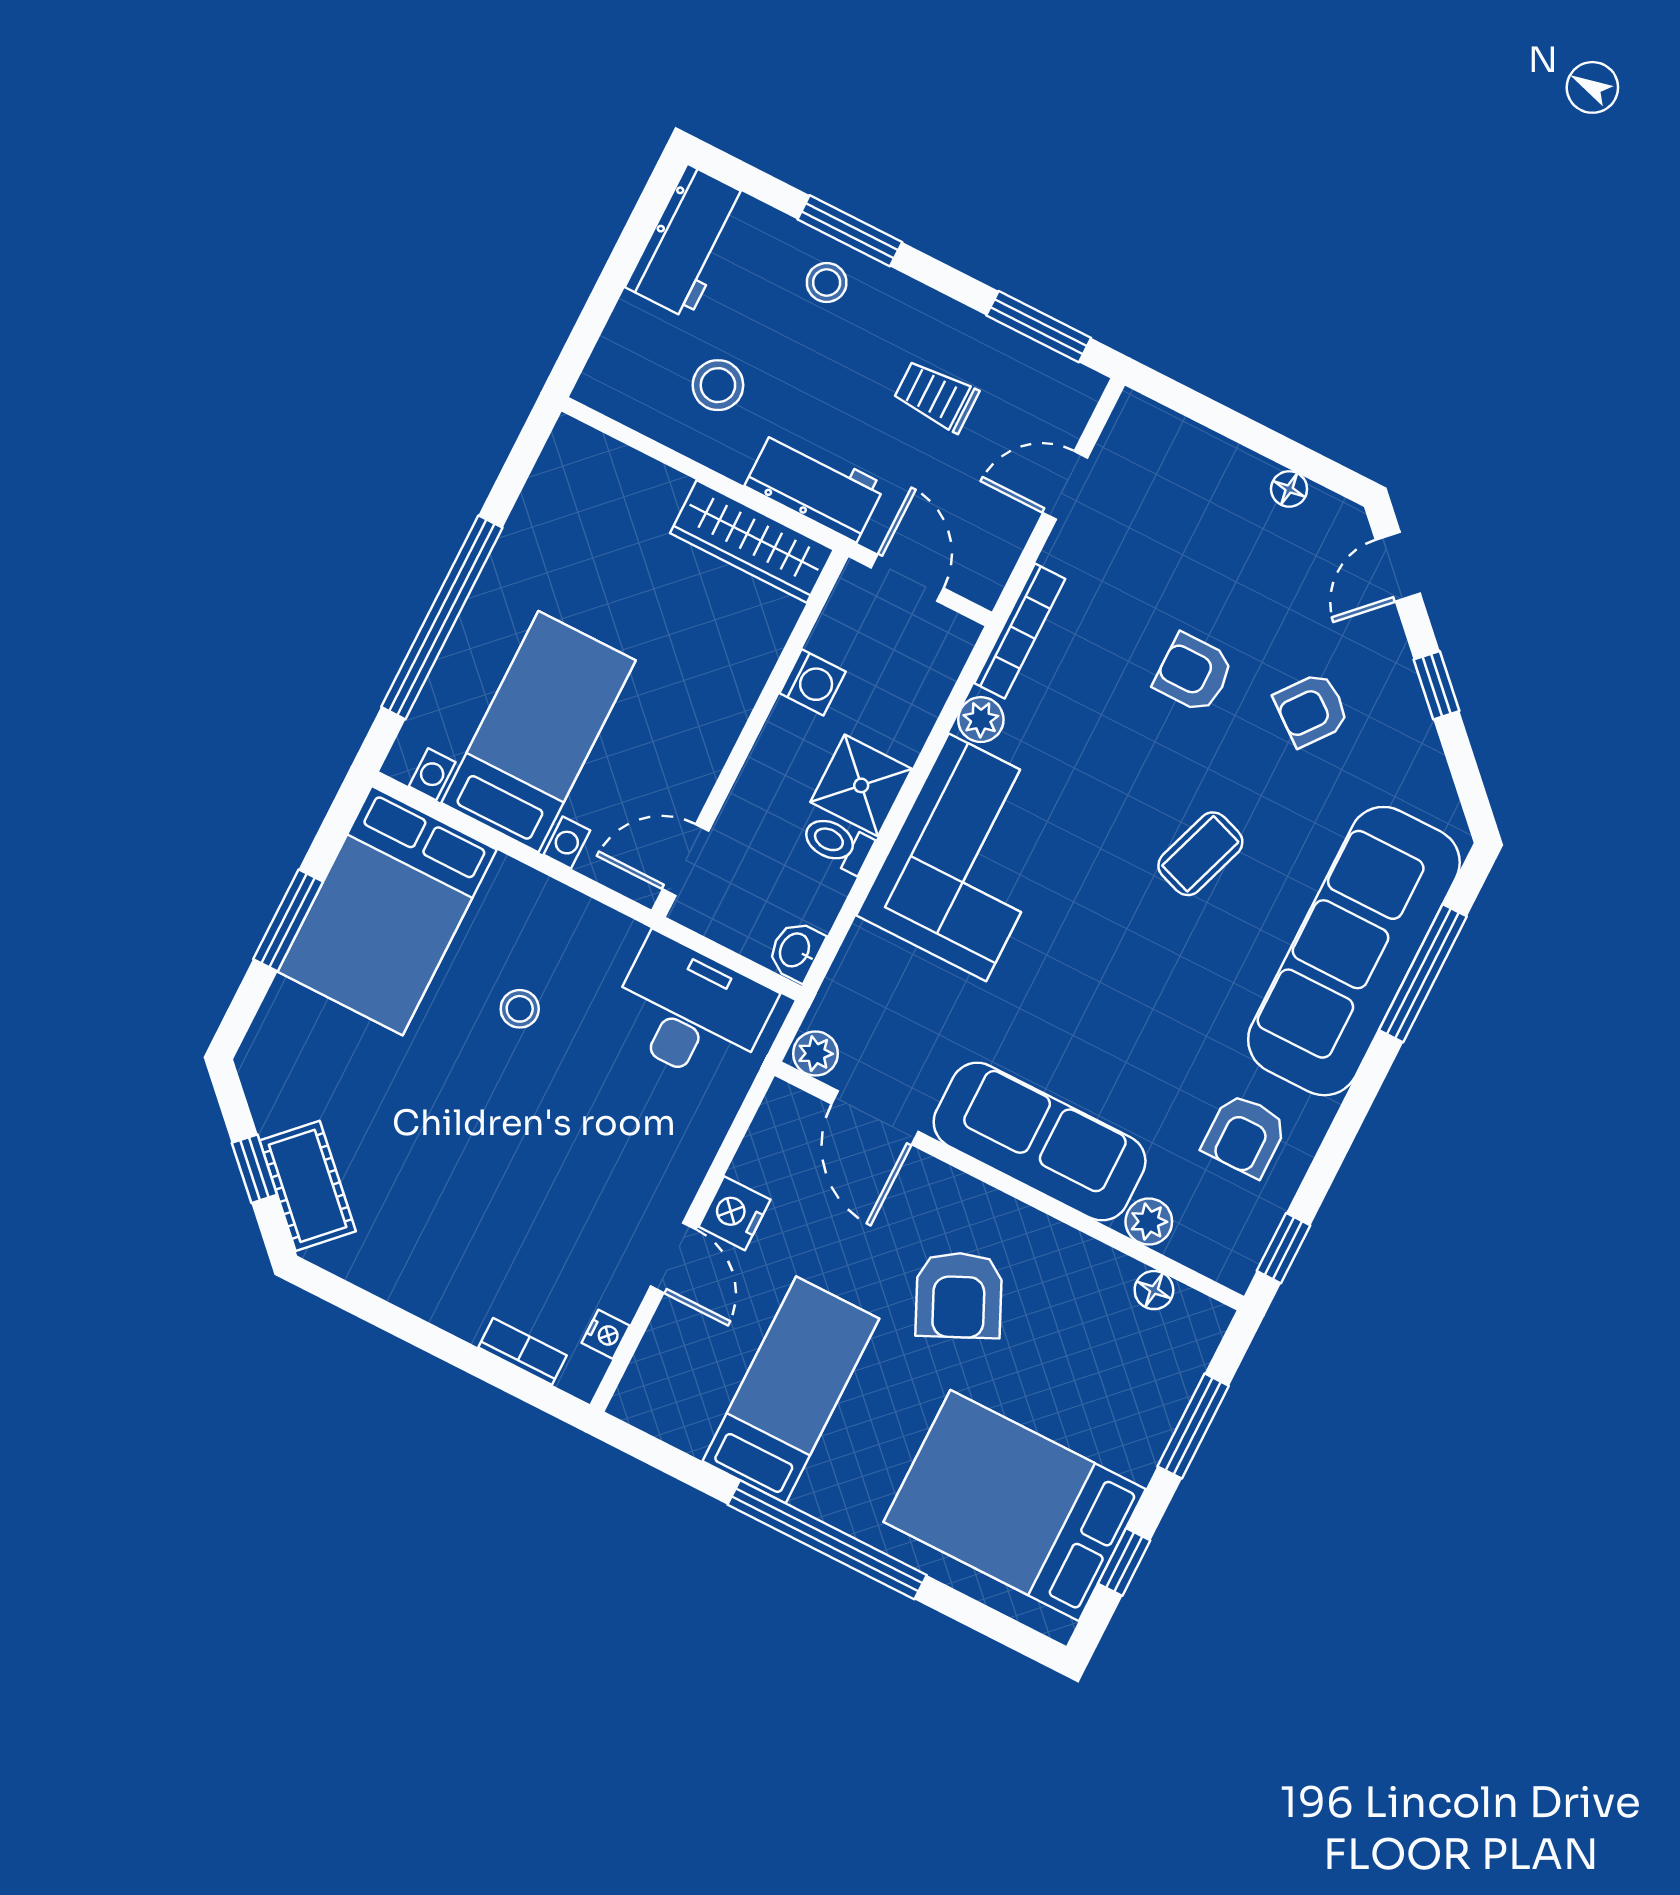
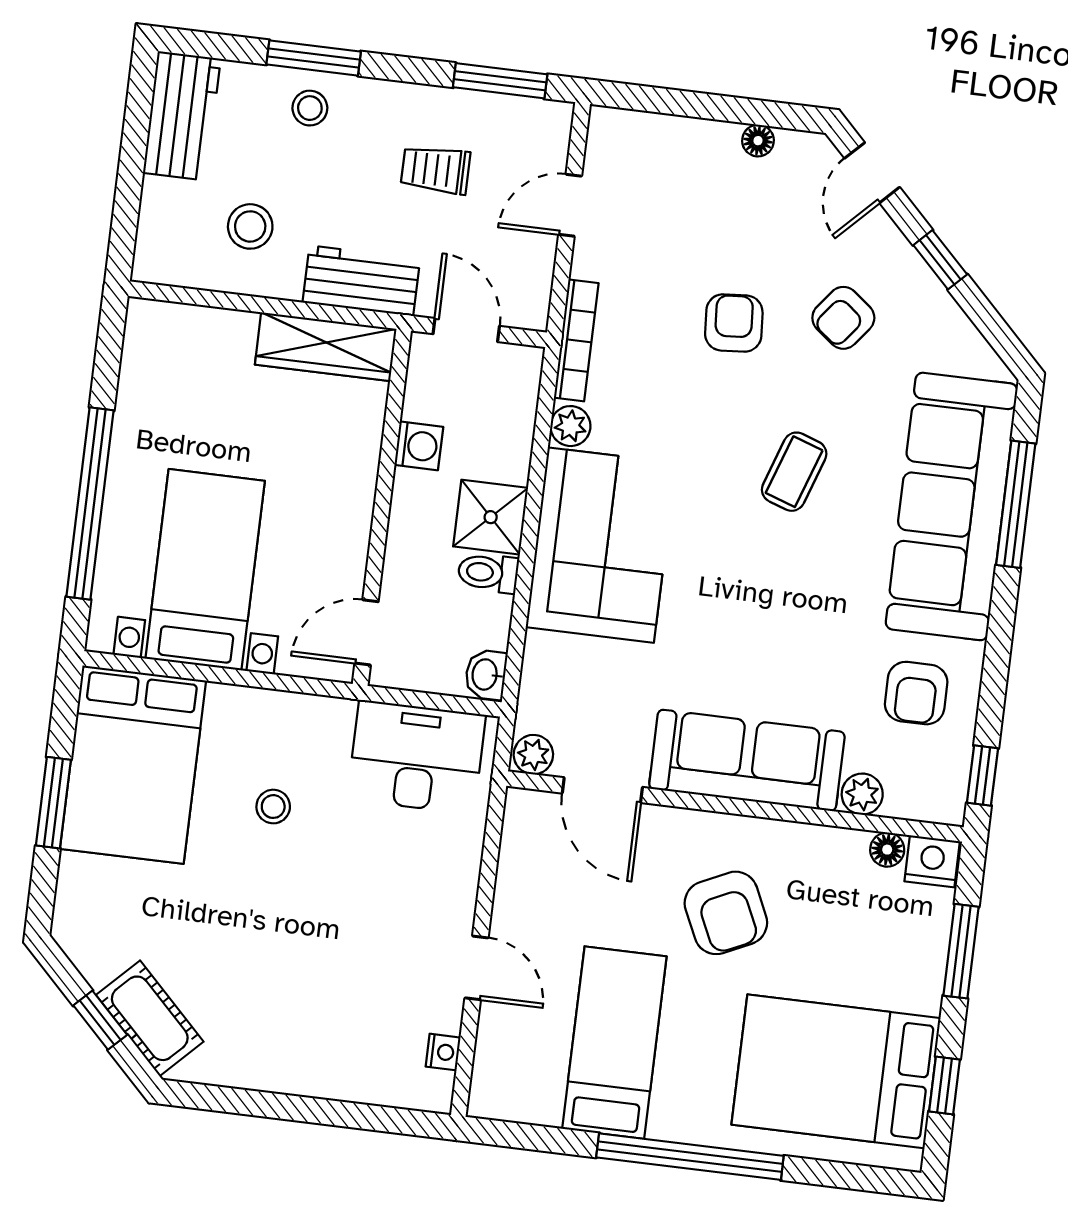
armchair: (1194, 673) -> (734, 323), turned 86
nightstand: (734, 1213) -> (932, 861), moved, turned 90
bookcase: (522, 1351) -> (379, 1091), removed

